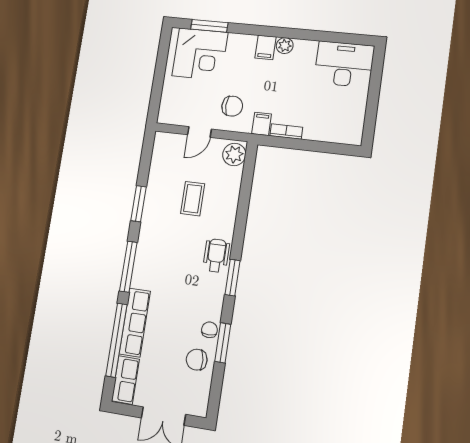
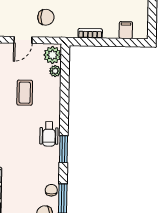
filing cabinet: (262, 124) -> (126, 30), moved
plant: (235, 175) -> (55, 71), added
wheelchair: (216, 255) -> (49, 134), turned 180

